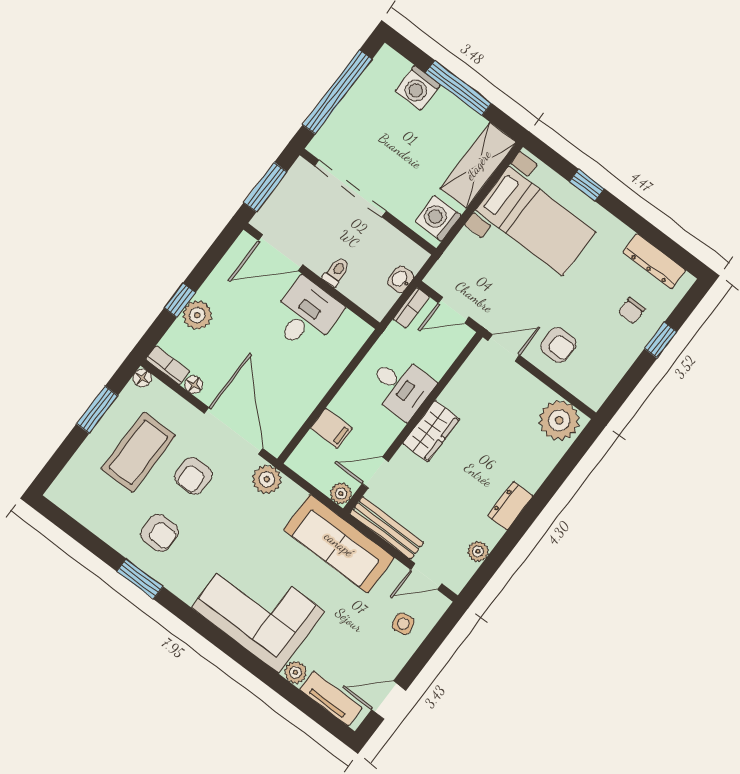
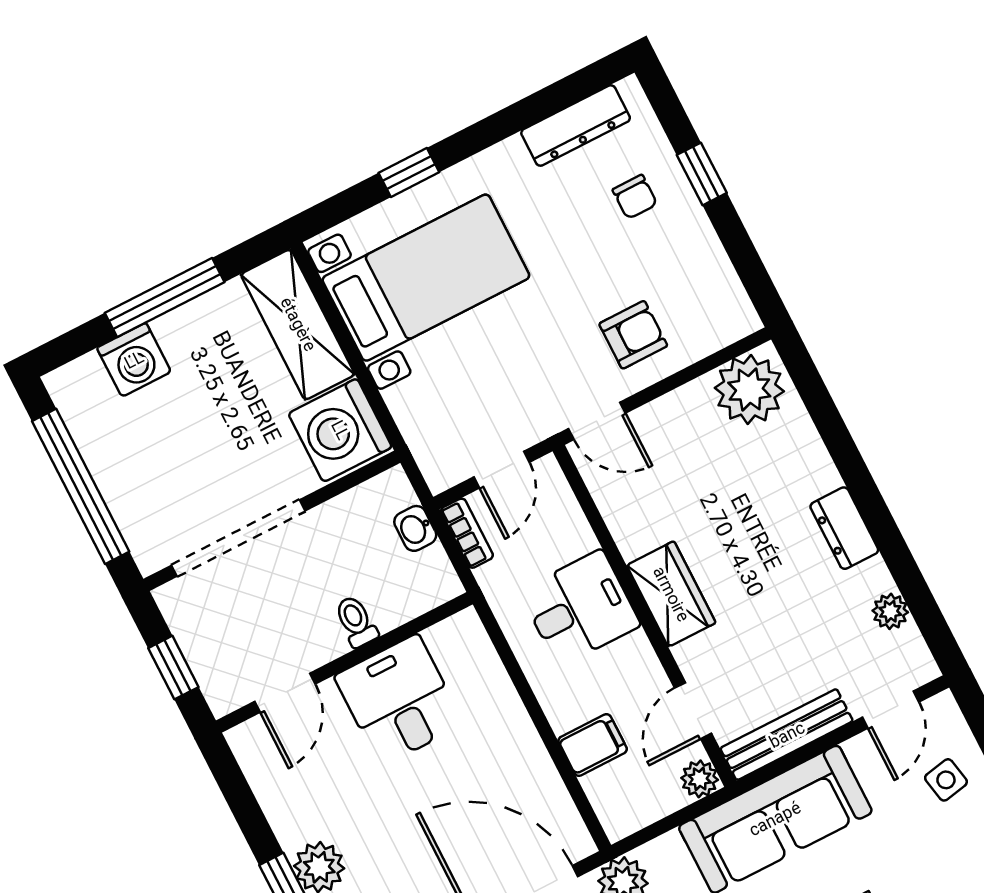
window: (265, 187) -> (173, 668), width x0.67
washing machine: (438, 218) -> (340, 430), width x1.37, depth x1.37
door: (281, 253) -> (285, 693), width x0.73
door: (504, 348) -> (597, 421), swing flipped

